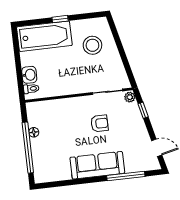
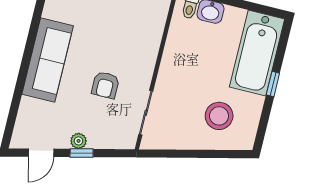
plant: (130, 97) -> (79, 141), moved
window: (143, 110) -> (82, 153), moved
window: (126, 176) -> (18, 95), removed

